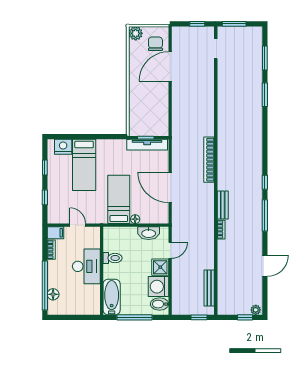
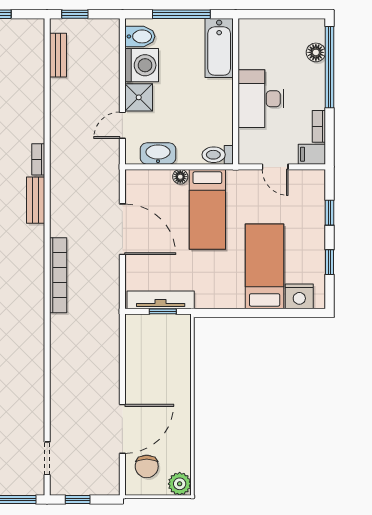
toilet: (113, 258) -> (218, 155), moved
bench: (209, 288) -> (58, 55), width x0.73

